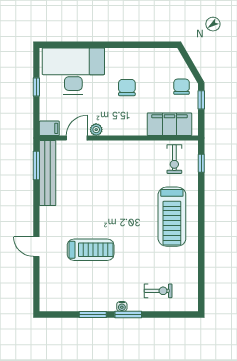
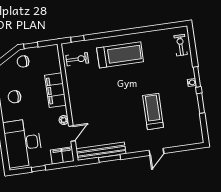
chair: (127, 88) -> (14, 97), moved
filing cabinet: (169, 124) -> (55, 90), moved
filing cabinet: (49, 128) -> (62, 155), width x2.00
door: (77, 138) -> (72, 133), swing flipped
window: (36, 165) -> (110, 158), moved
exercise bike: (158, 291) -> (181, 45), moved

